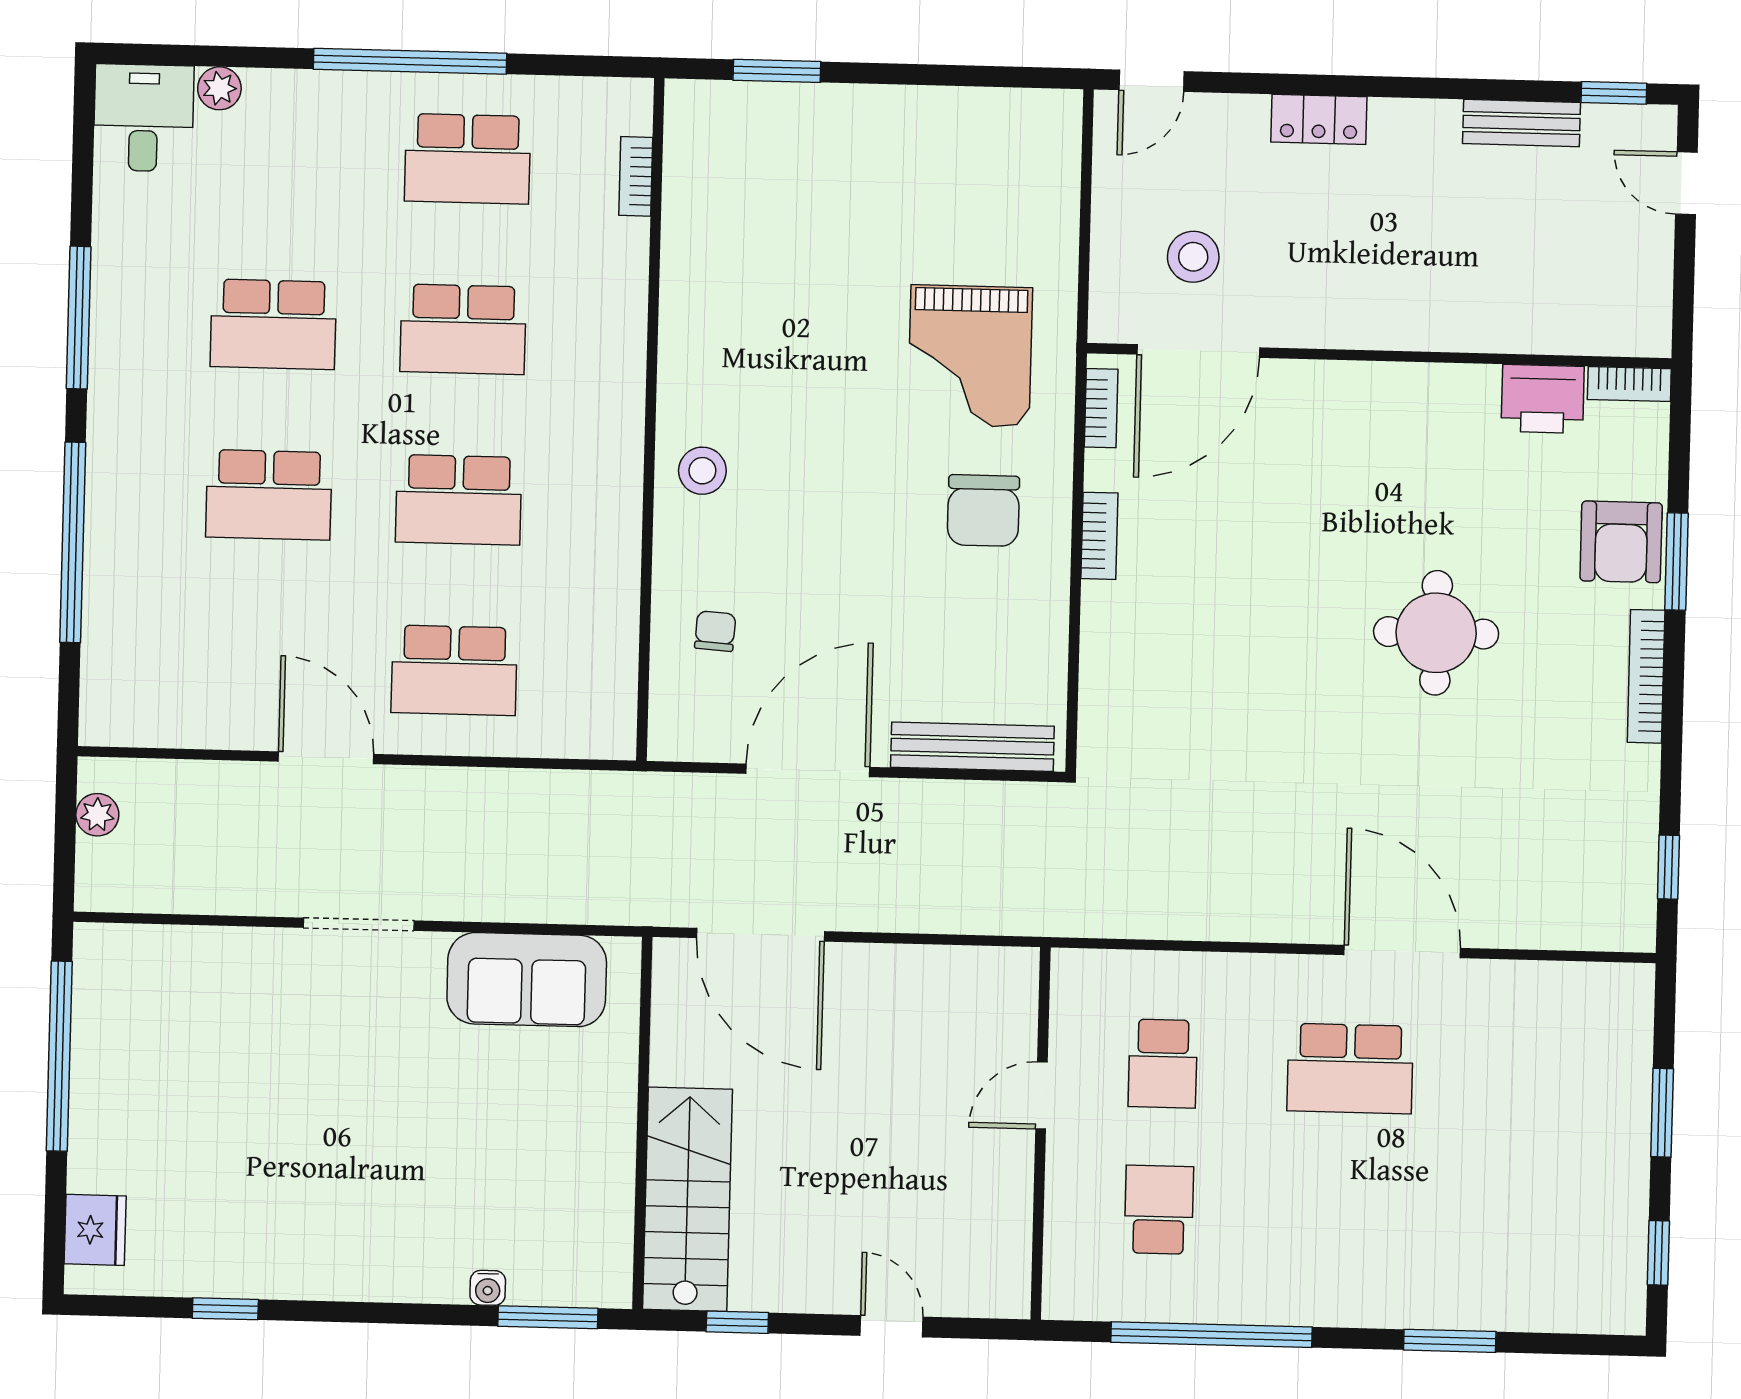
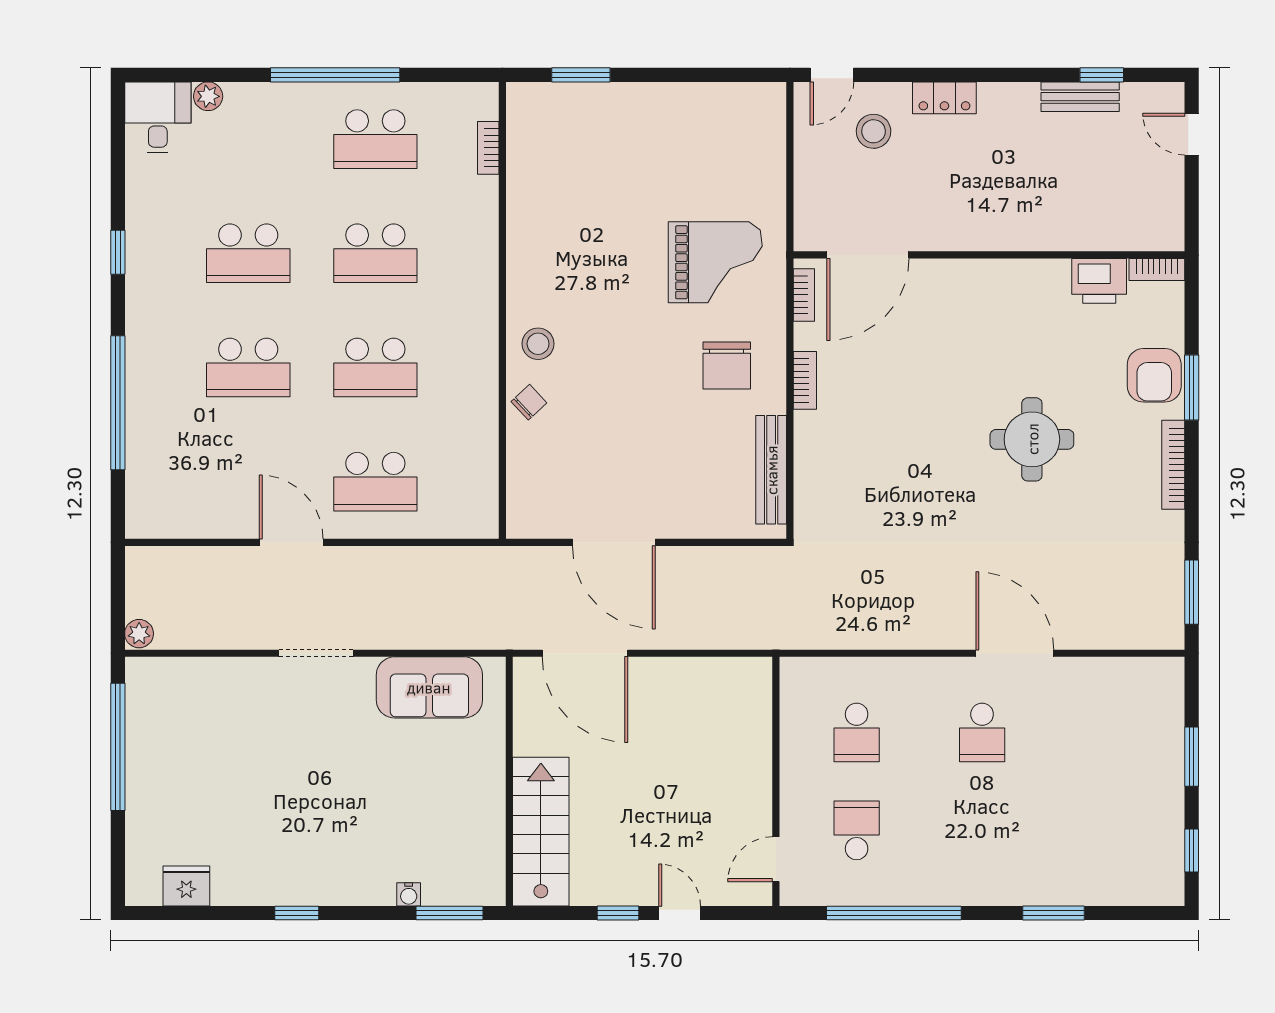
window: (1614, 93) -> (1102, 75), moved
stool: (1193, 257) -> (874, 131), moved
window: (79, 318) -> (118, 252), width x0.46
grand piano: (970, 356) -> (715, 262), turned -90
chair: (715, 631) -> (529, 402), moved, turned 43
bench: (972, 747) -> (771, 470), moved, turned 90
door: (808, 770) -> (614, 542), swing flipped
plant: (97, 815) -> (139, 634), moved
window: (1668, 867) -> (1192, 592), width x1.50
school desk: (1350, 1068) -> (982, 733), width x0.54
door: (1041, 1095) -> (776, 859), moved
fridge: (95, 1230) -> (186, 886), moved, turned -90
window: (225, 1309) -> (297, 913), moved
window: (737, 1322) -> (618, 913), moved

